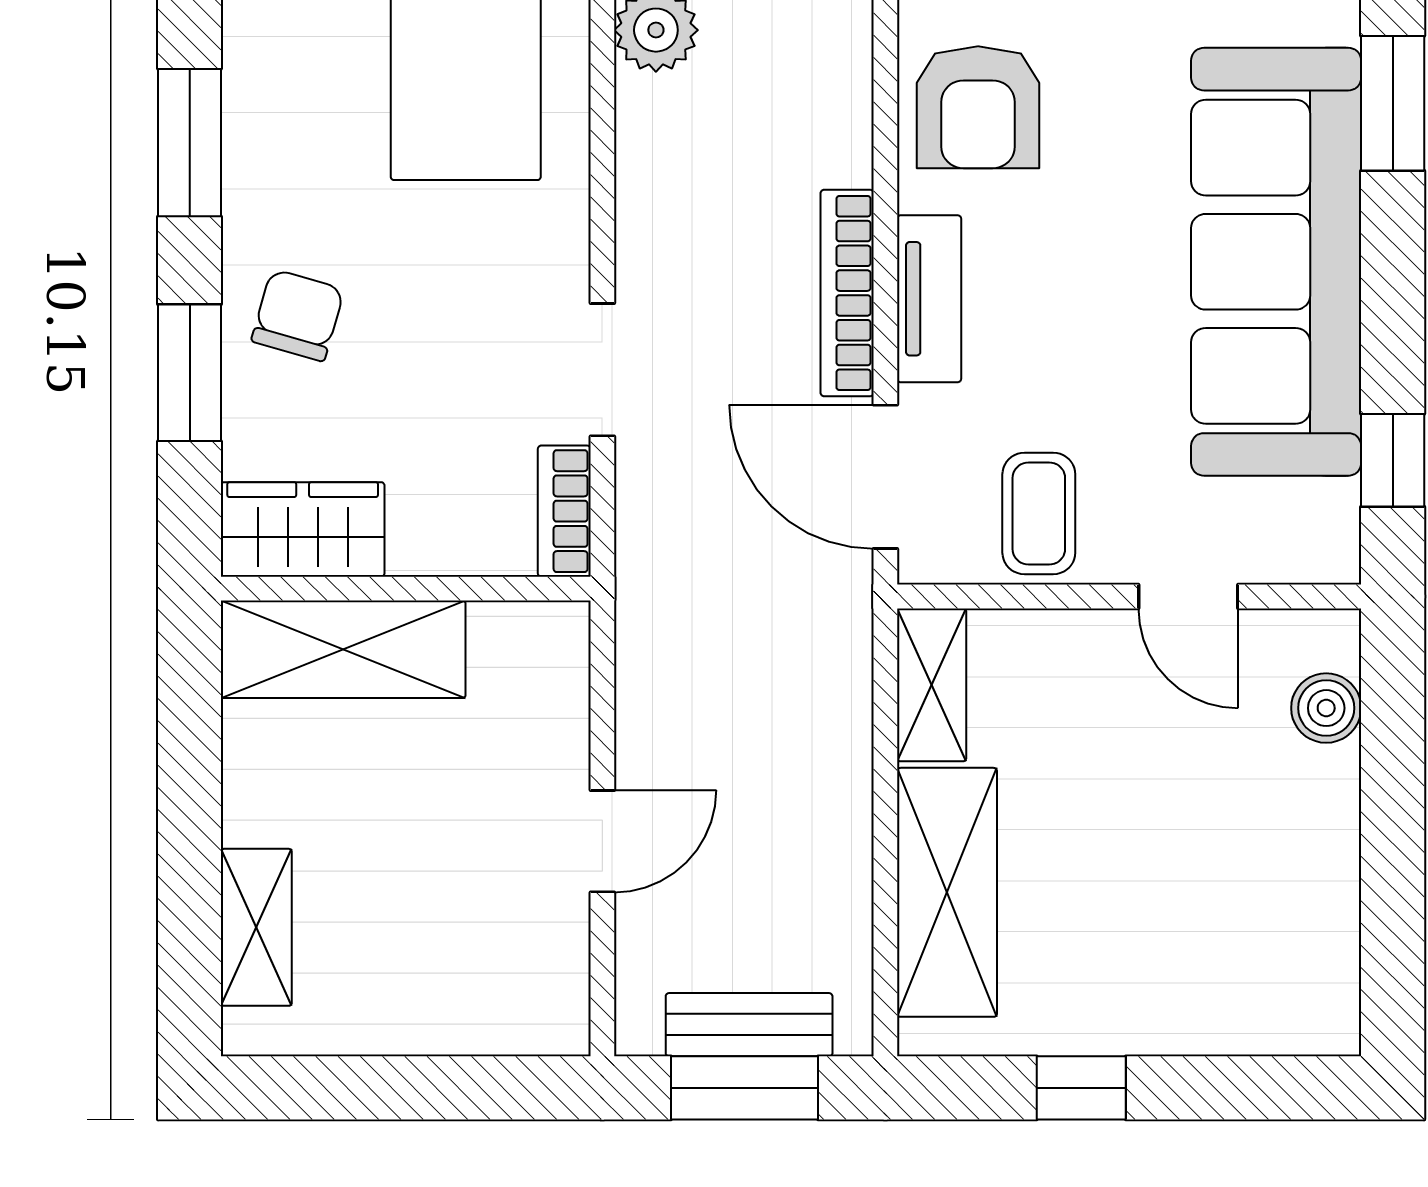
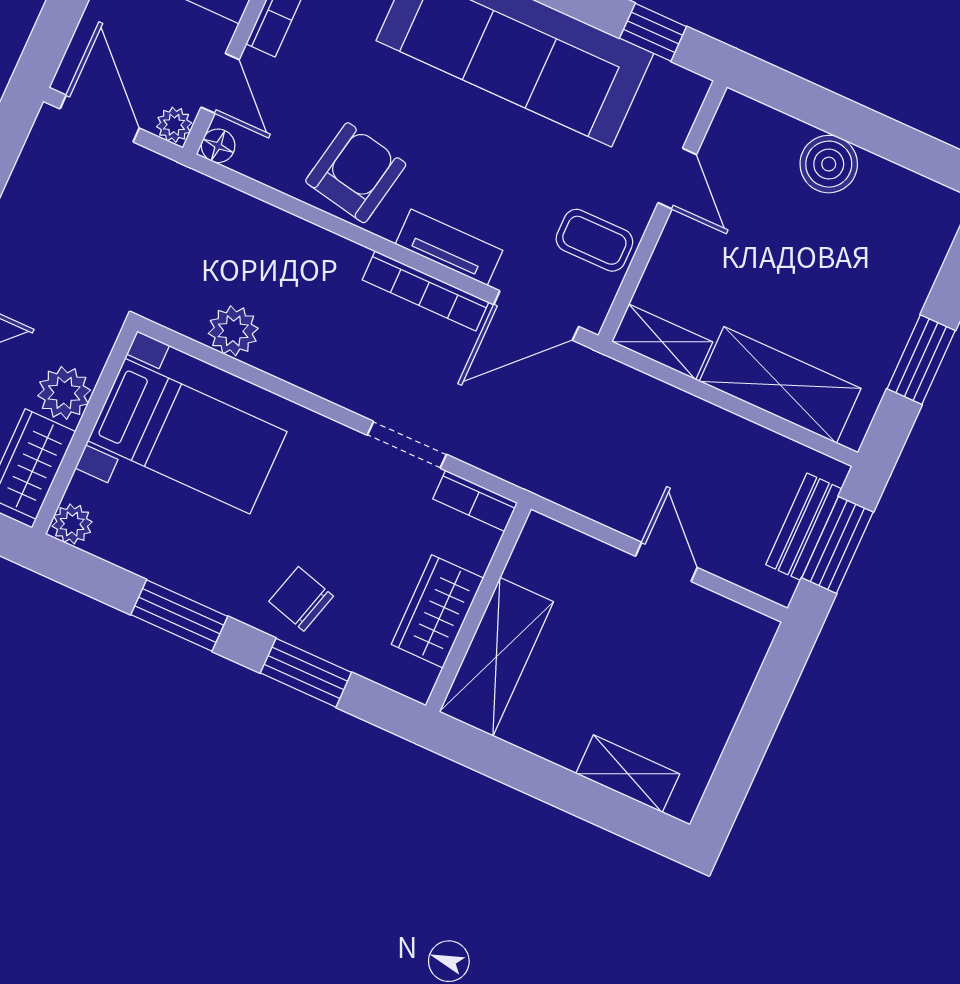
armchair: (978, 107) -> (356, 173), turned -79
wardrobe: (303, 529) -> (437, 611), moved
door: (1188, 596) -> (677, 179), hinge flipped
boiler: (1326, 708) -> (829, 164), moved, width x1.36, depth x1.36
window: (1081, 1088) -> (921, 360), width x1.50

